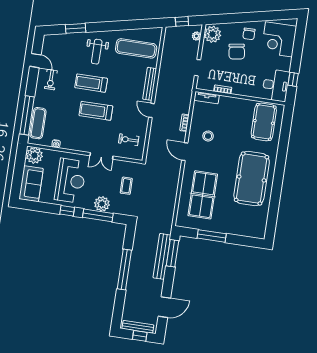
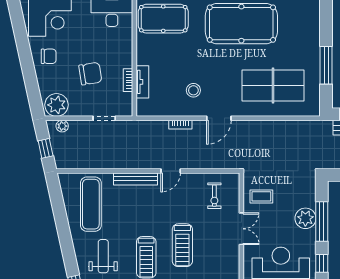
weight bench: (97, 52) -> (103, 256), turned -90
chair: (237, 52) -> (90, 74), moved
tv unit: (207, 98) -> (142, 82), moved
coffee table: (126, 186) -> (261, 196), moved

